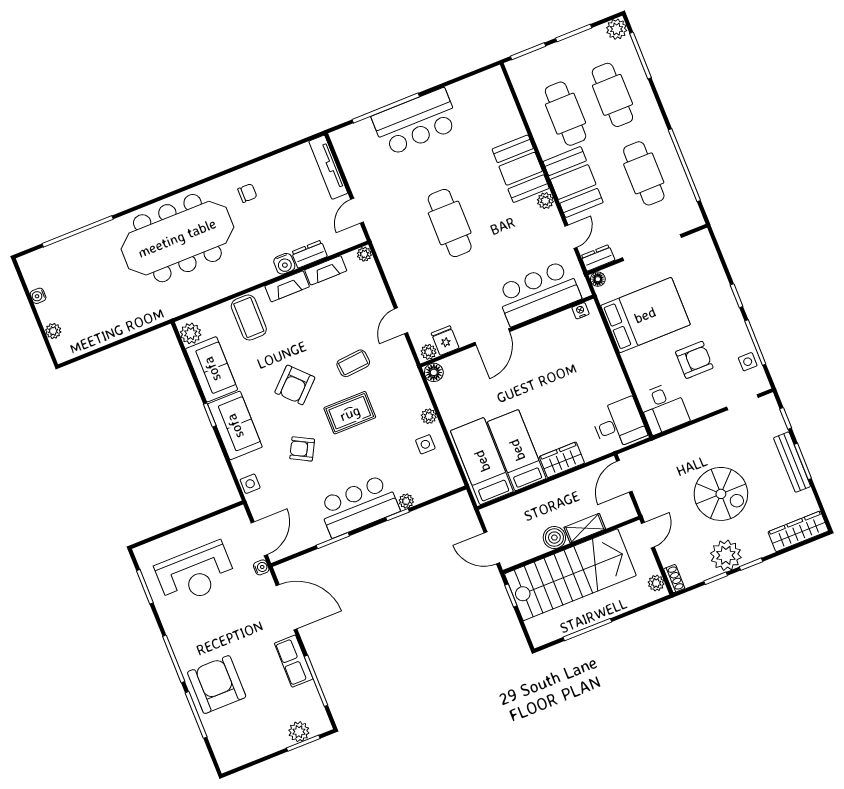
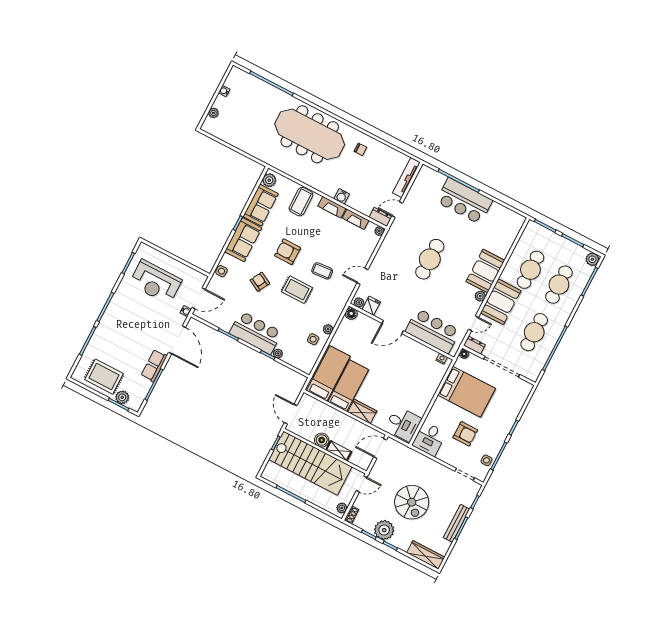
dresser: (309, 254) -> (381, 217), moved
armchair: (295, 385) -> (288, 252), turned 44
armchair: (217, 685) -> (111, 338), removed
rug: (255, 732) -> (104, 377), added

